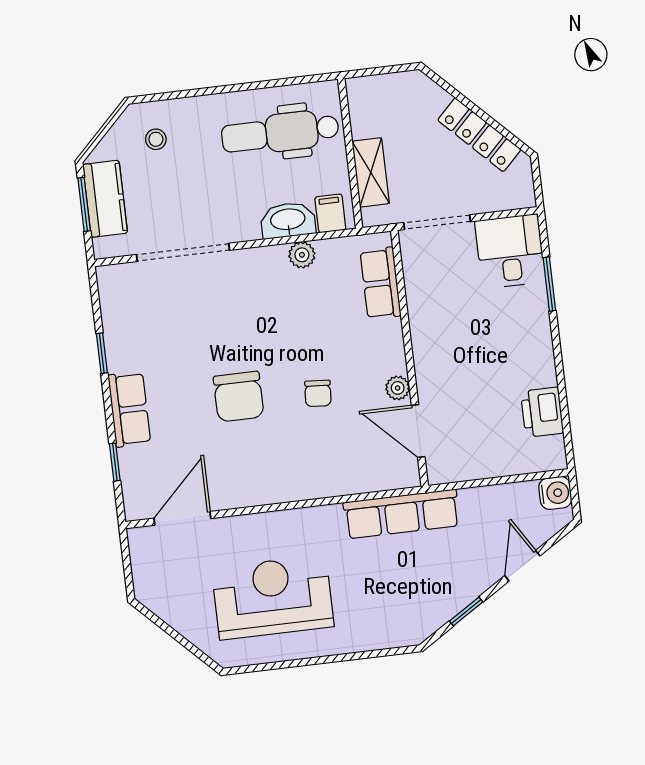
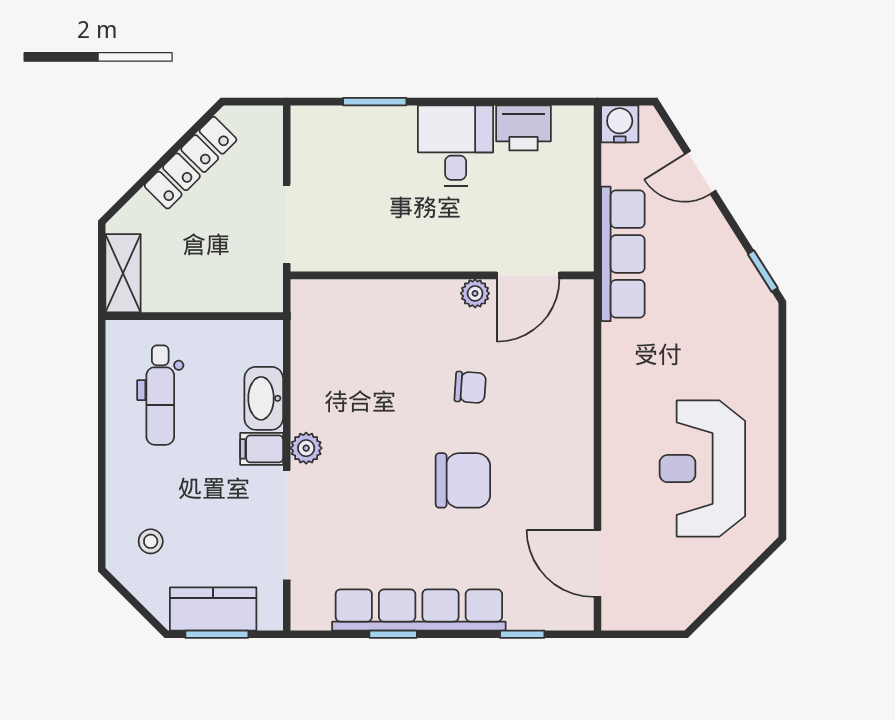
dental chair: (280, 133) -> (160, 395), width x0.73, depth x0.72
shelving: (371, 172) -> (123, 273), moved, turned 90
filing cabinet: (330, 213) -> (262, 449), moved
desk: (510, 251) -> (456, 146), moved, turned 90
plant: (302, 255) -> (306, 448), moved
row of seats: (381, 283) -> (350, 299), removed
row of seats: (129, 409) -> (419, 610), width x2.02
row of seats: (402, 514) -> (623, 254), moved
window: (466, 612) -> (763, 271), moved

